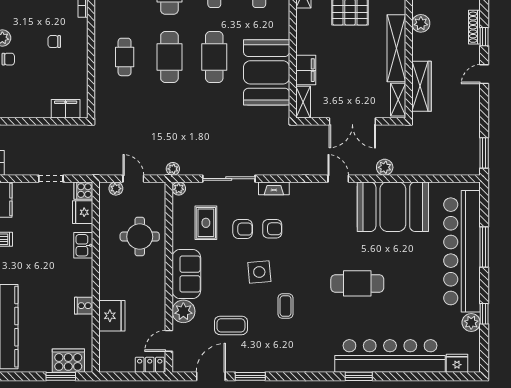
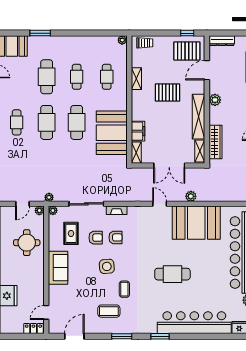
door: (133, 179) -> (23, 204), swing flipped
plant: (116, 189) -> (39, 210), moved
plant: (183, 311) -> (56, 293), removed
coffee table: (231, 325) -> (109, 311), moved
window: (250, 376) -> (122, 336), moved
window: (359, 376) -> (160, 336), moved

